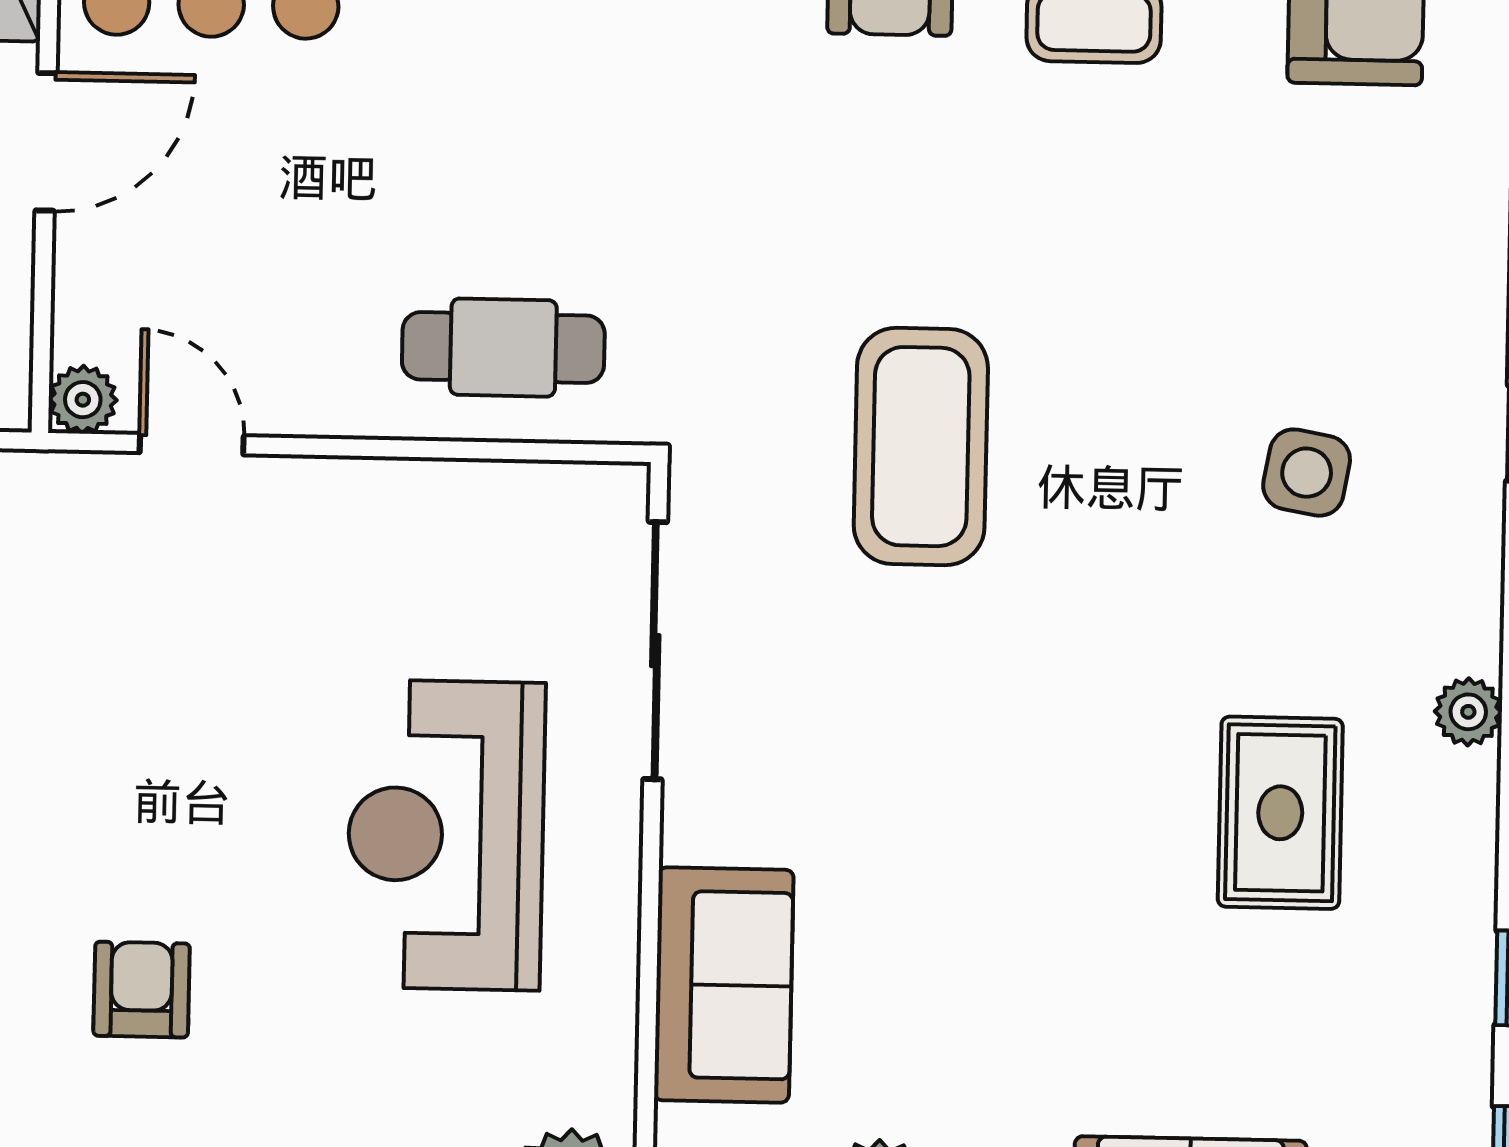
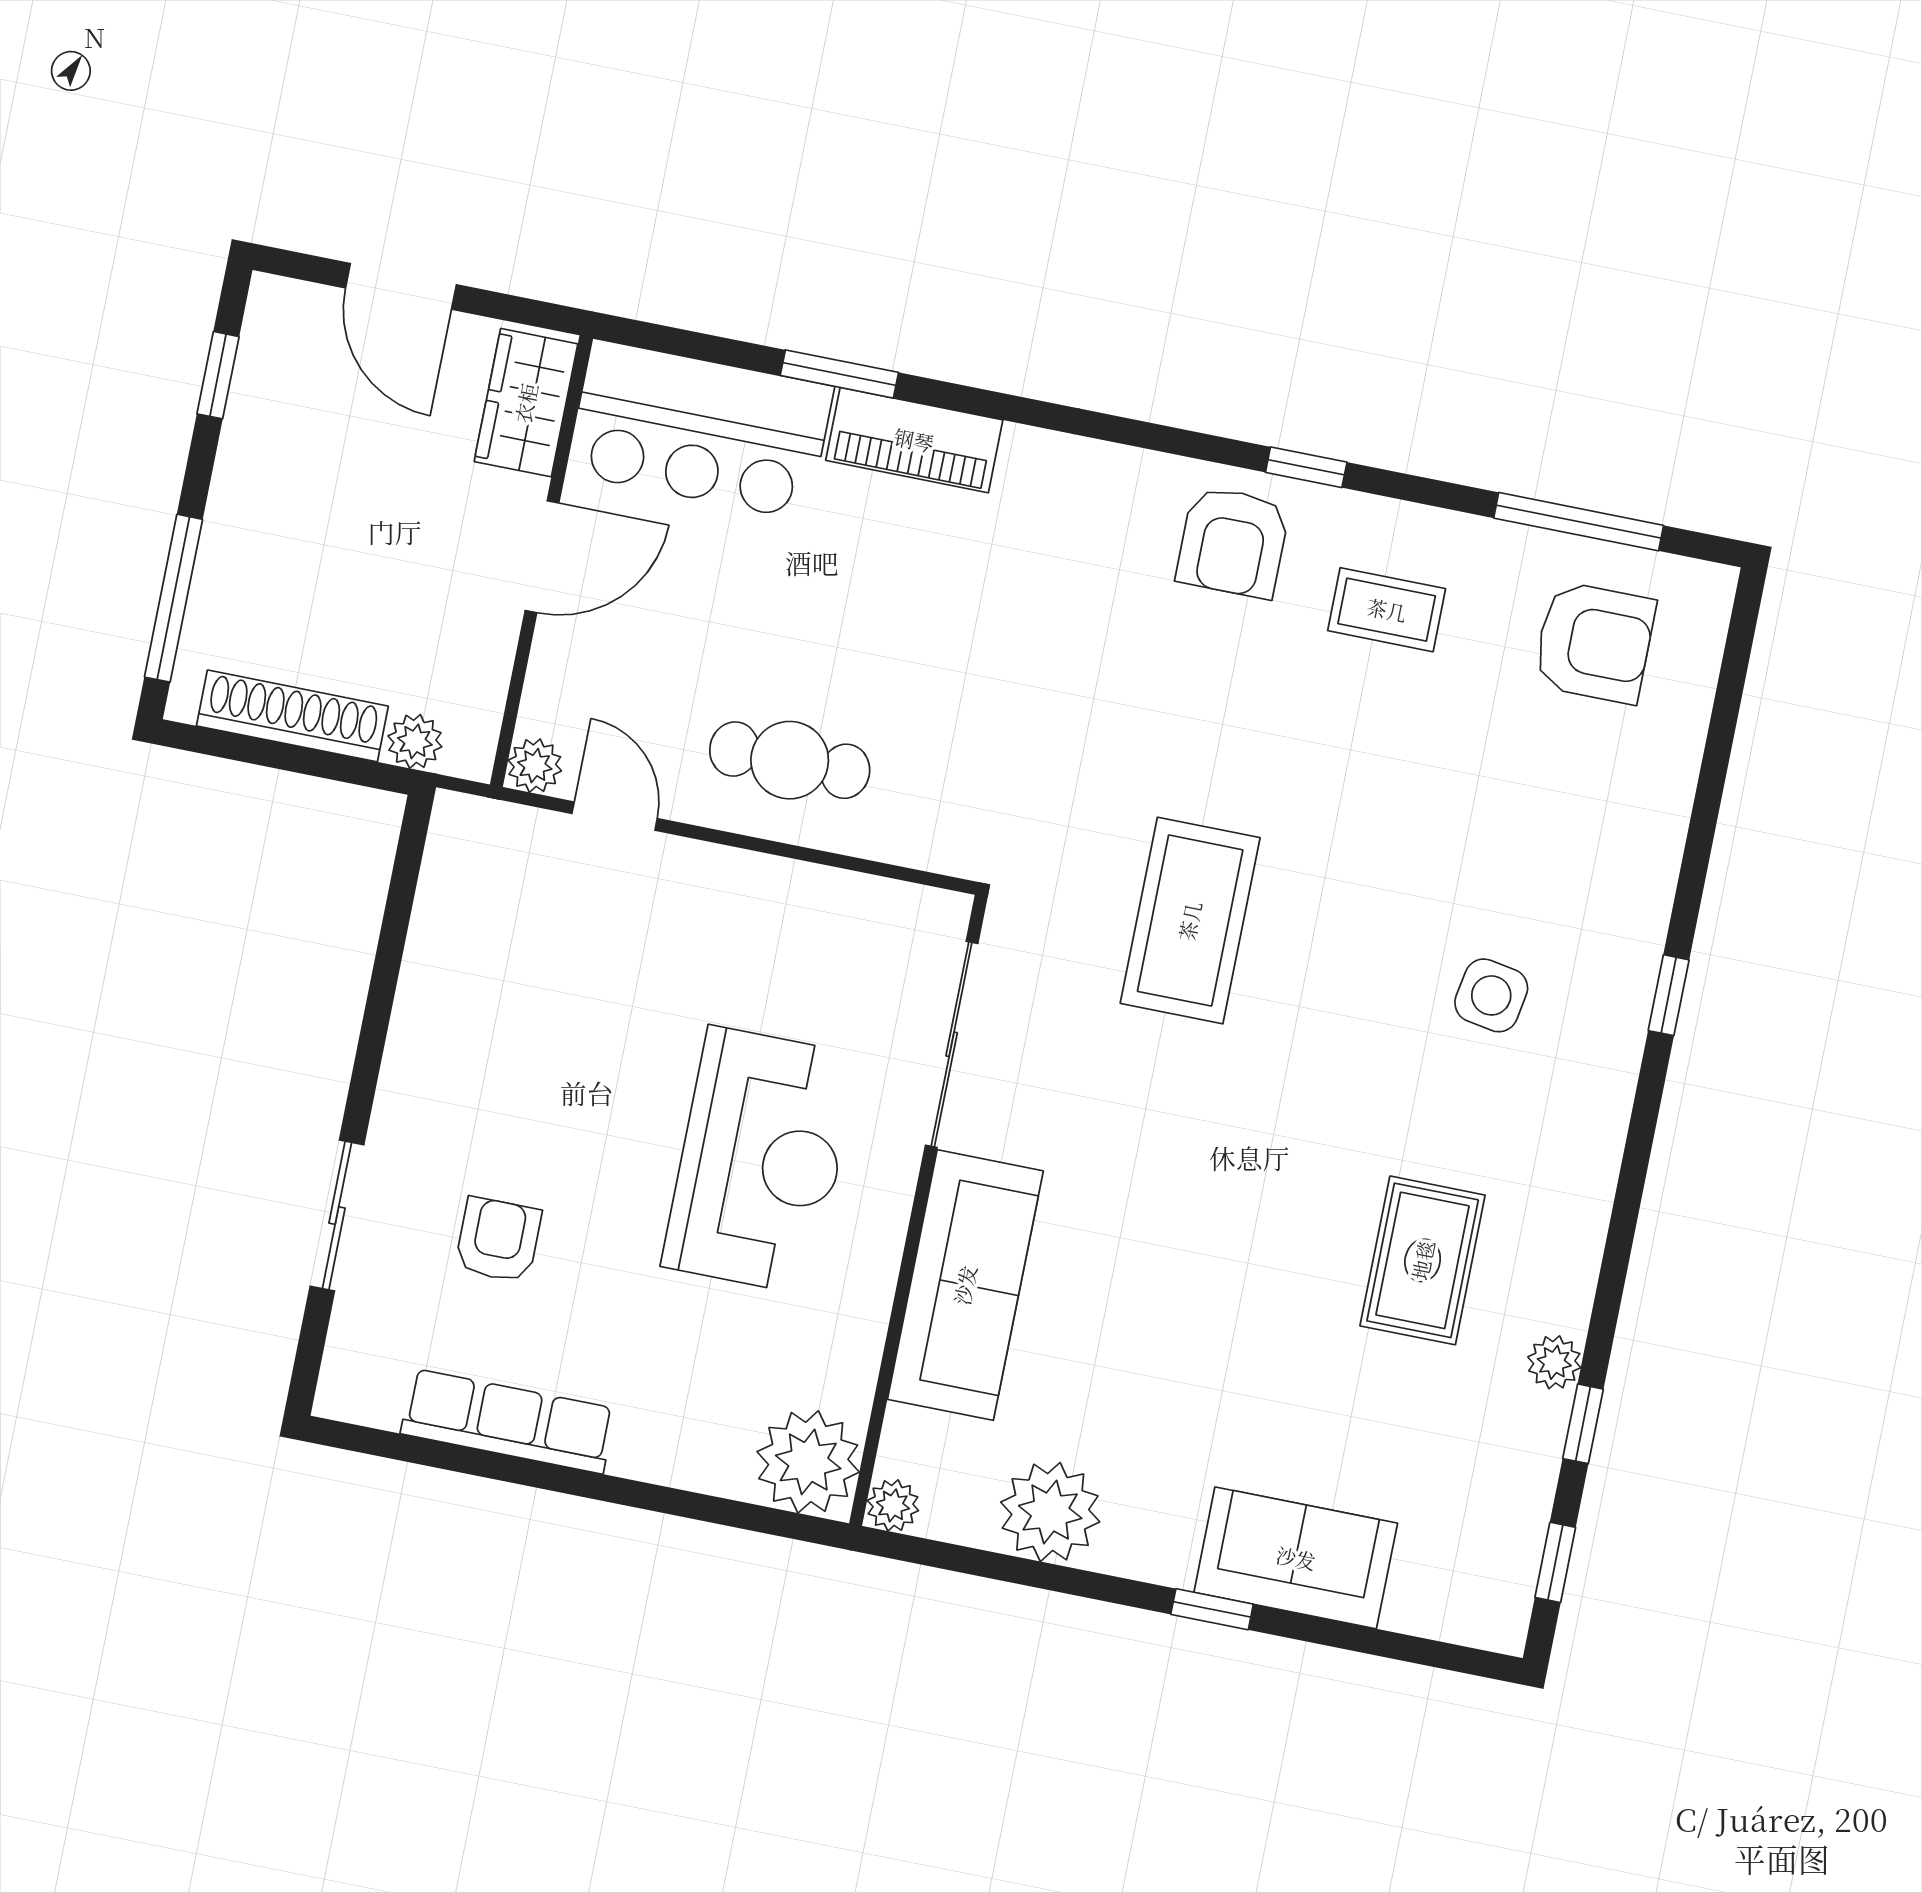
cafe table: (503, 348) -> (790, 760), moved
plant: (1468, 712) -> (1554, 1362), moved
reception desk: (446, 835) -> (760, 1160), turned 180
sofa: (724, 985) -> (965, 1285), width x1.36

